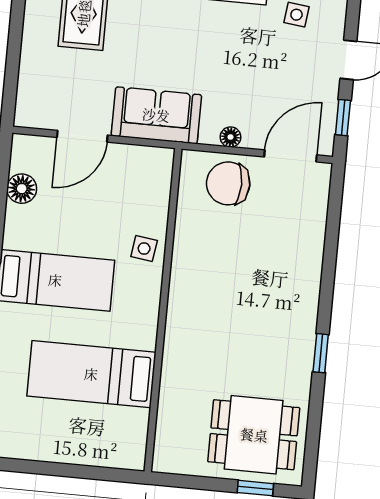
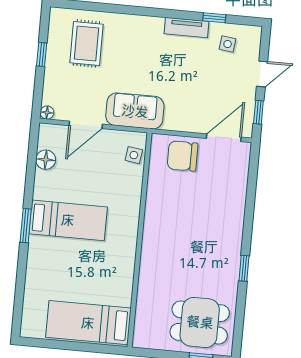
window: (16, 30) -> (42, 54), added
floor lamp: (230, 137) -> (47, 113), moved
side table: (144, 248) -> (134, 155), moved
bed: (91, 374) -> (88, 323), moved

